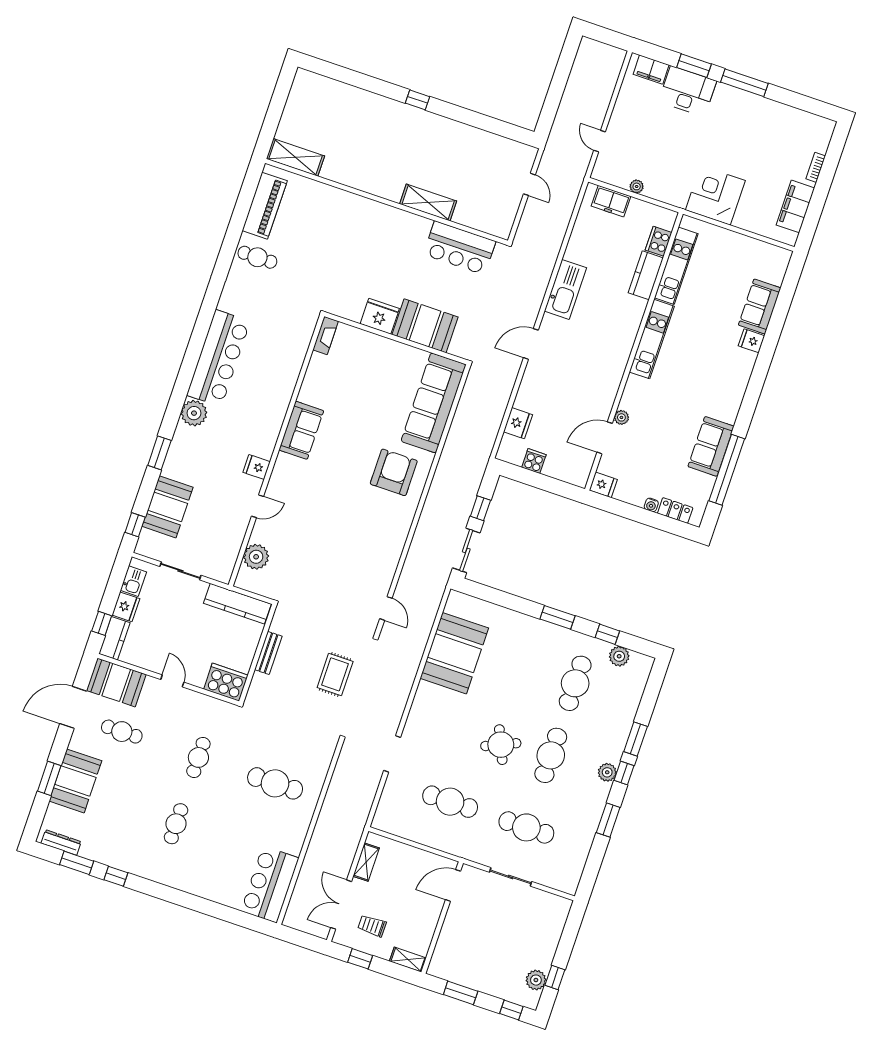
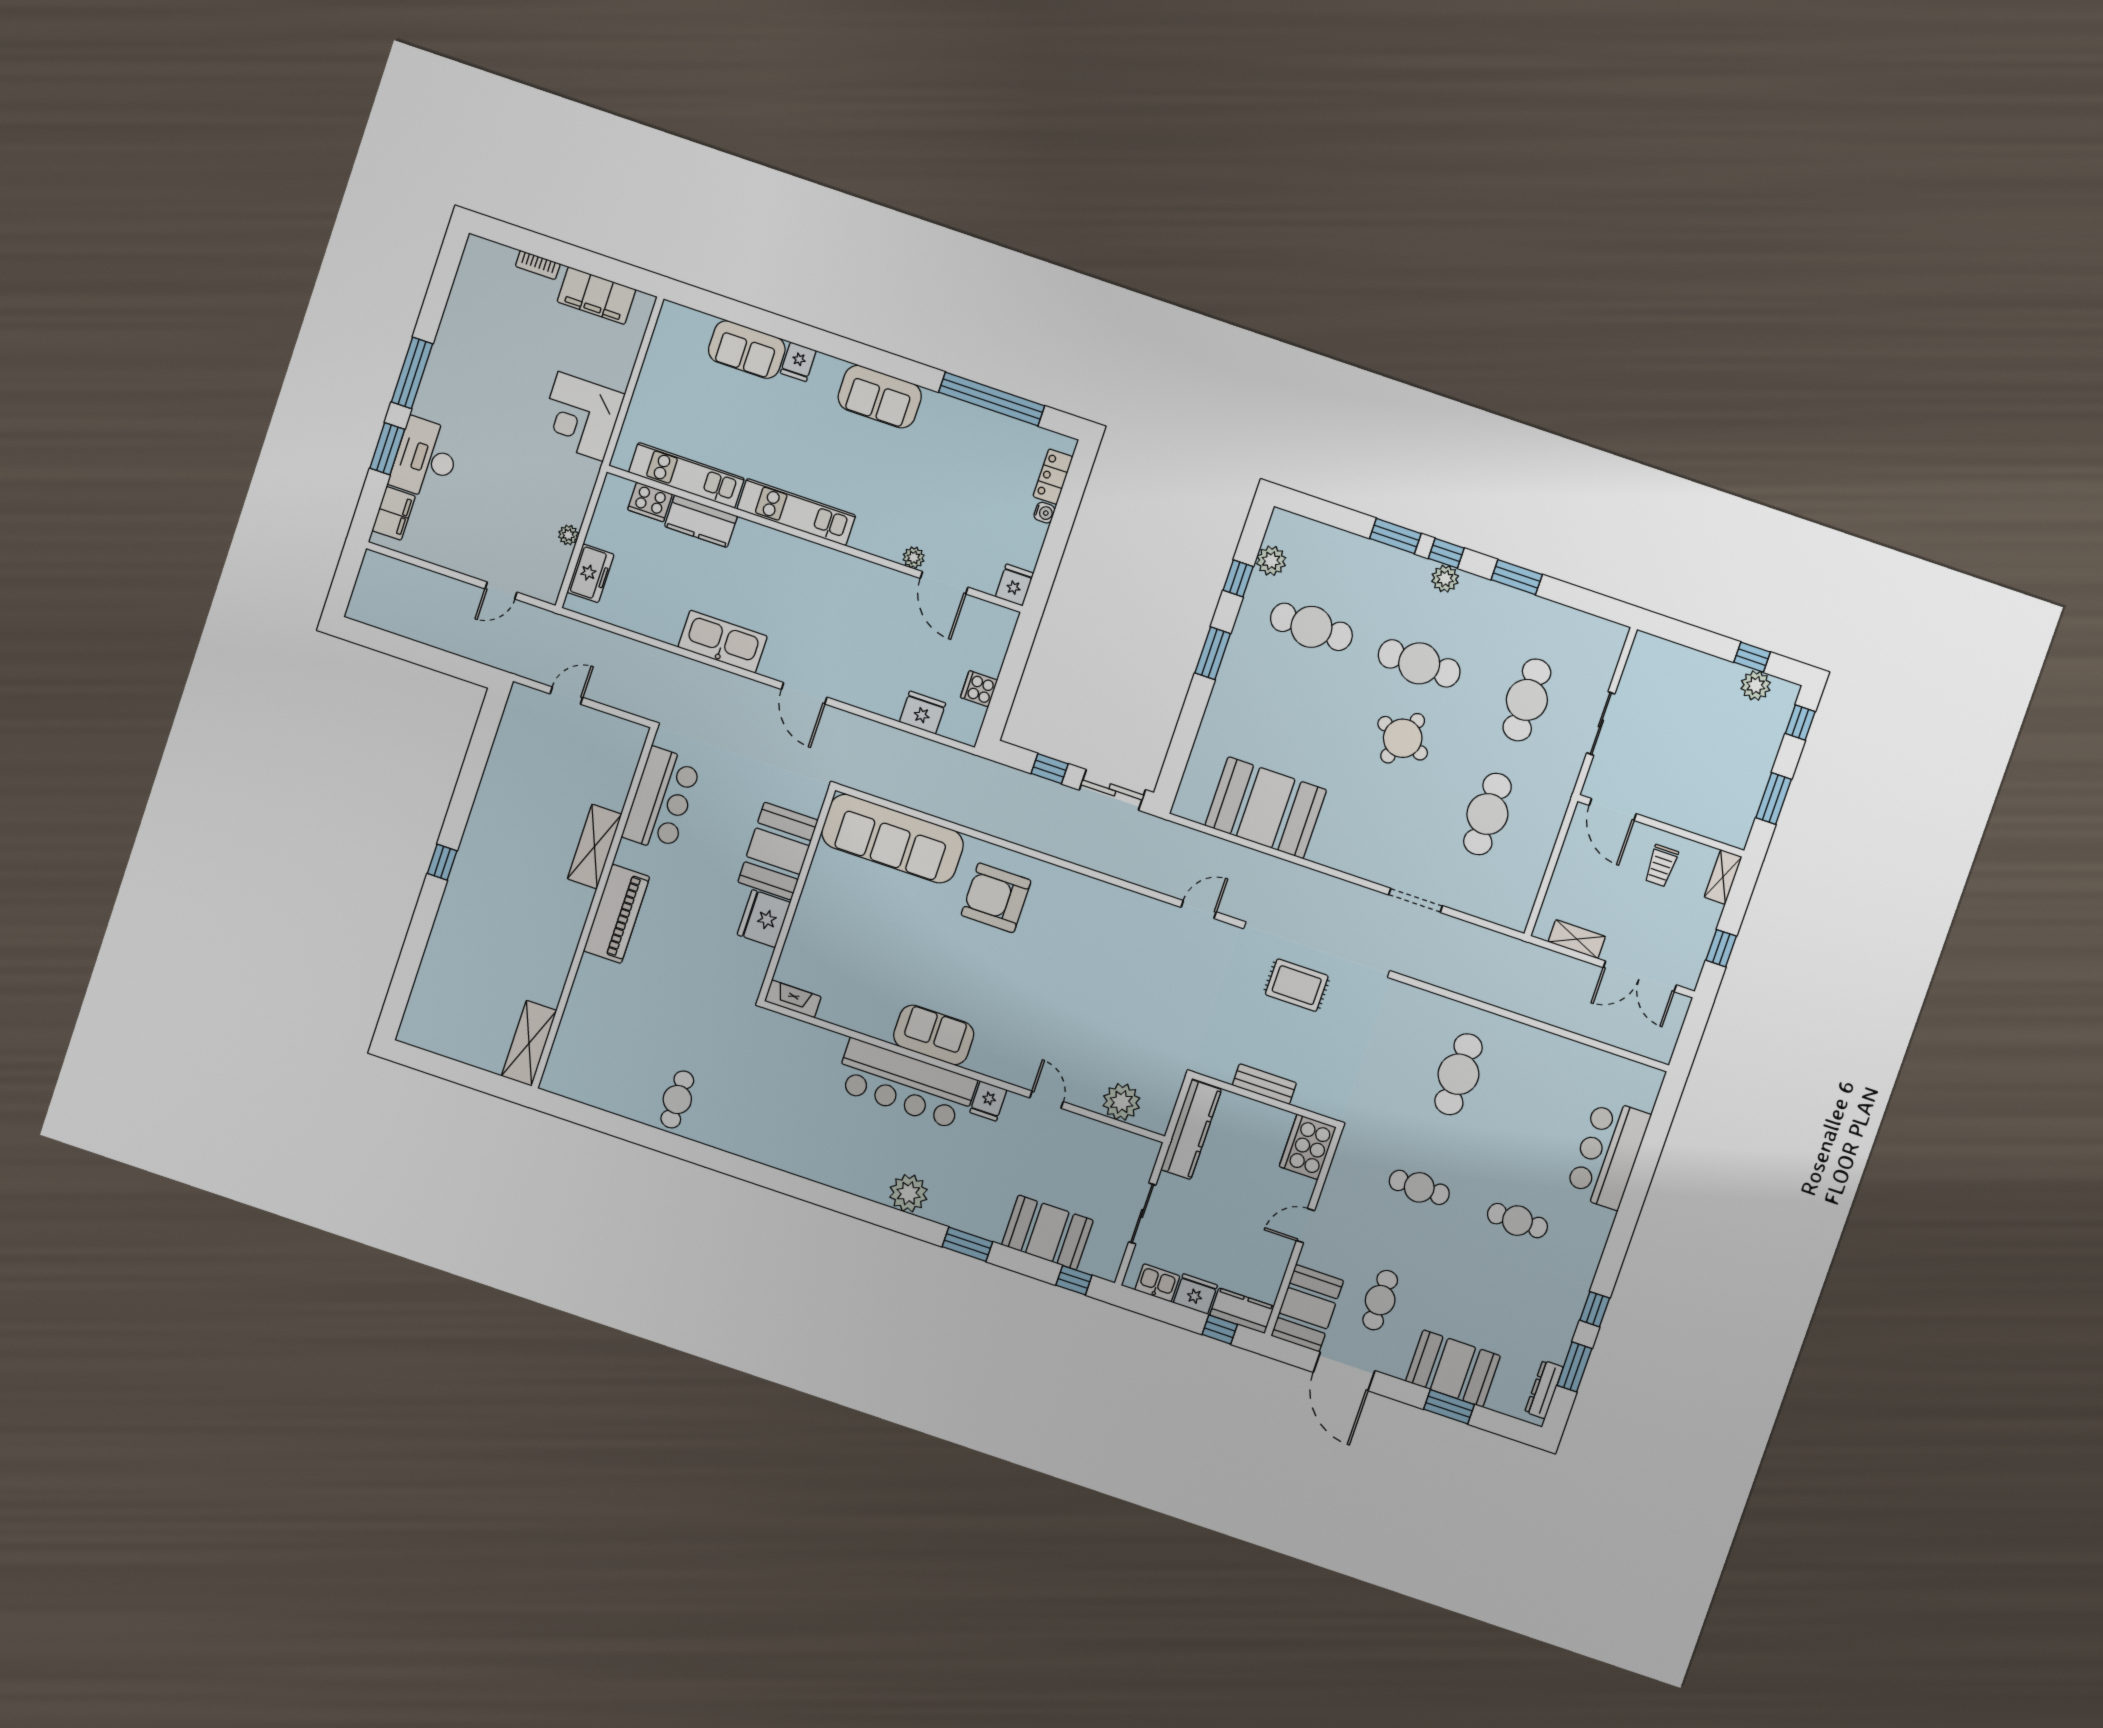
piano: (265, 206) -> (617, 914), moved, turned 90
bar counter: (218, 358) -> (906, 1084), moved, turned 180
sofa: (711, 446) -> (880, 397), moved
round table: (501, 745) -> (1403, 738), turned 45
bar counter: (270, 884) -> (1608, 1154), moved, turned 90
trolley: (372, 926) -> (1661, 866), moved

